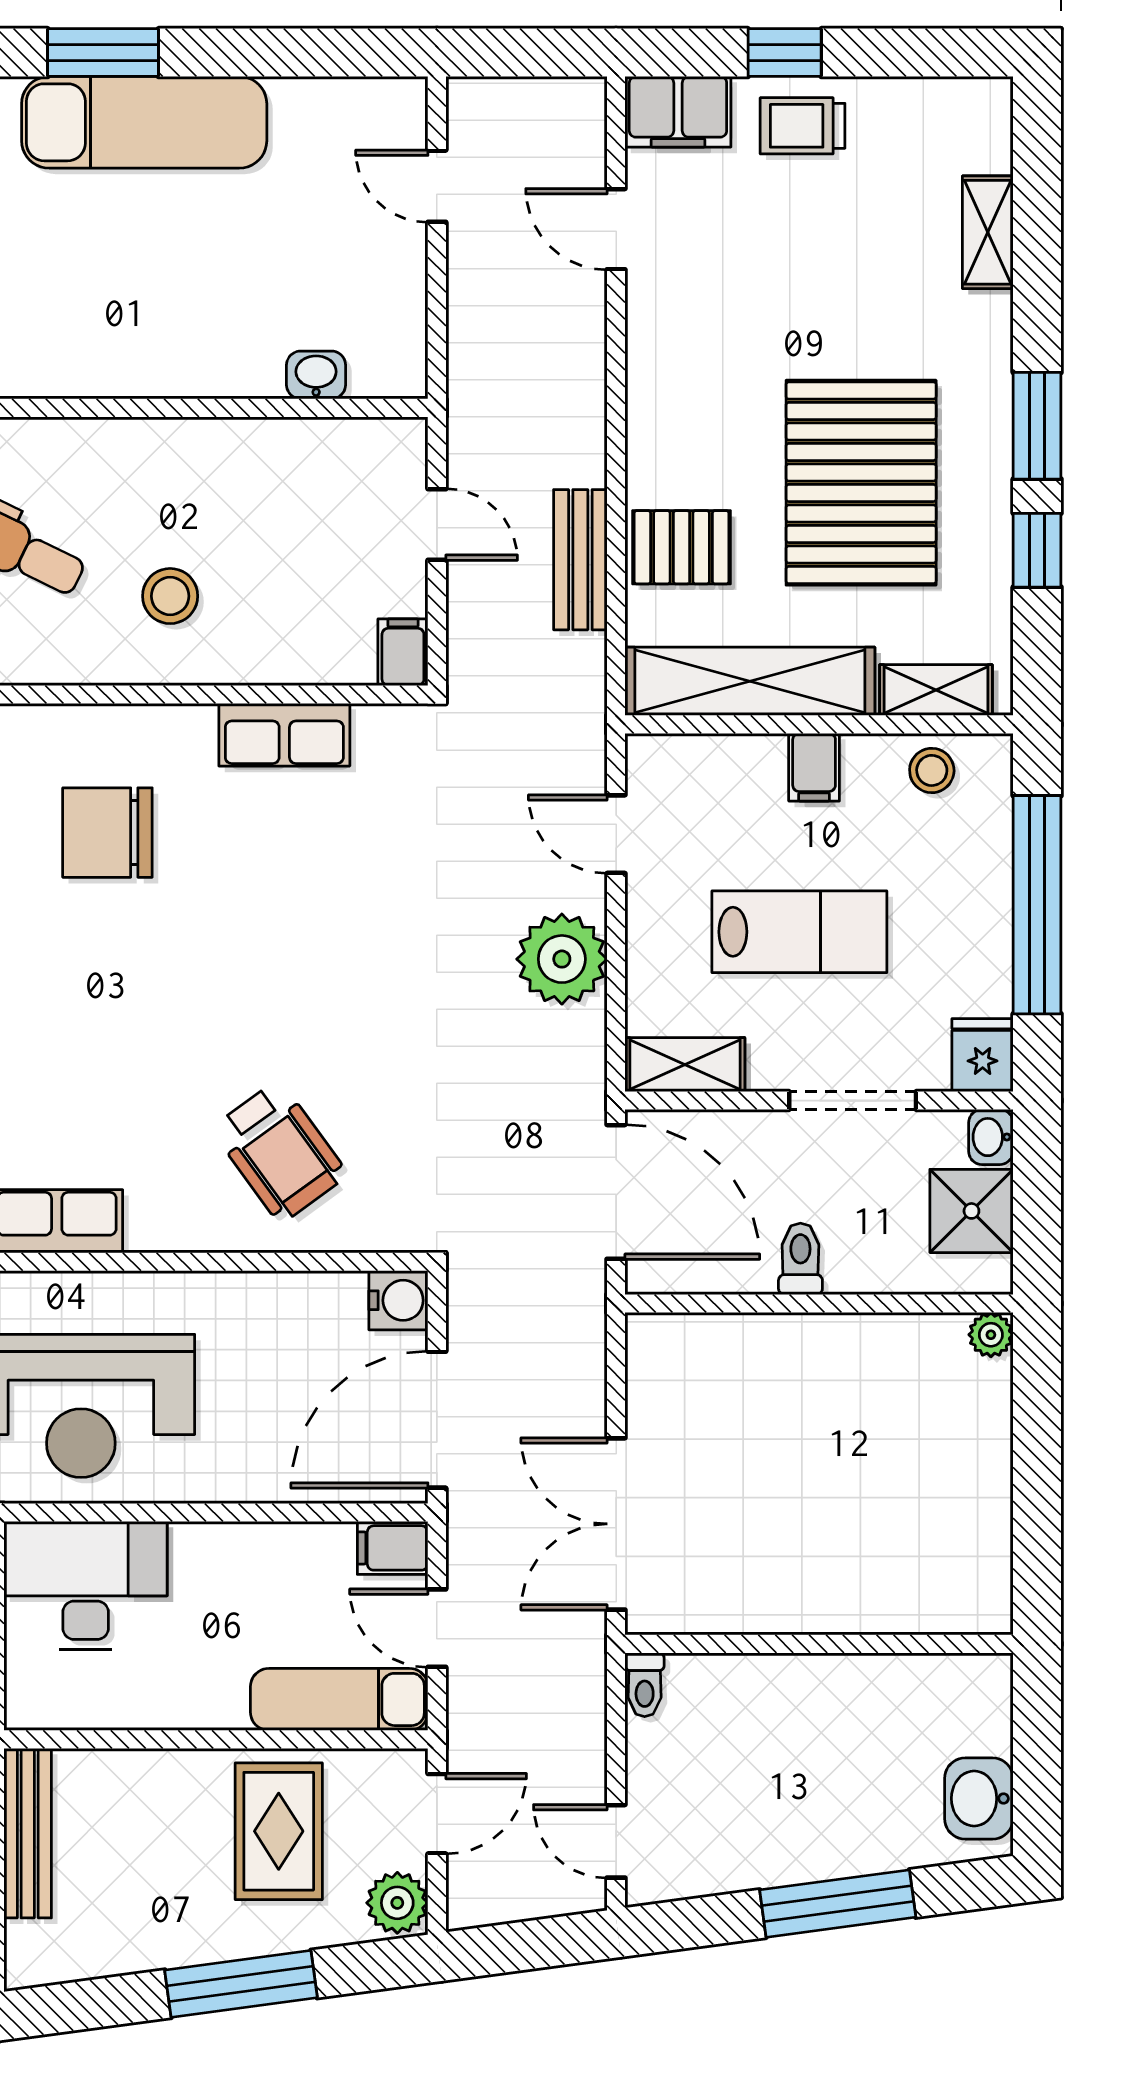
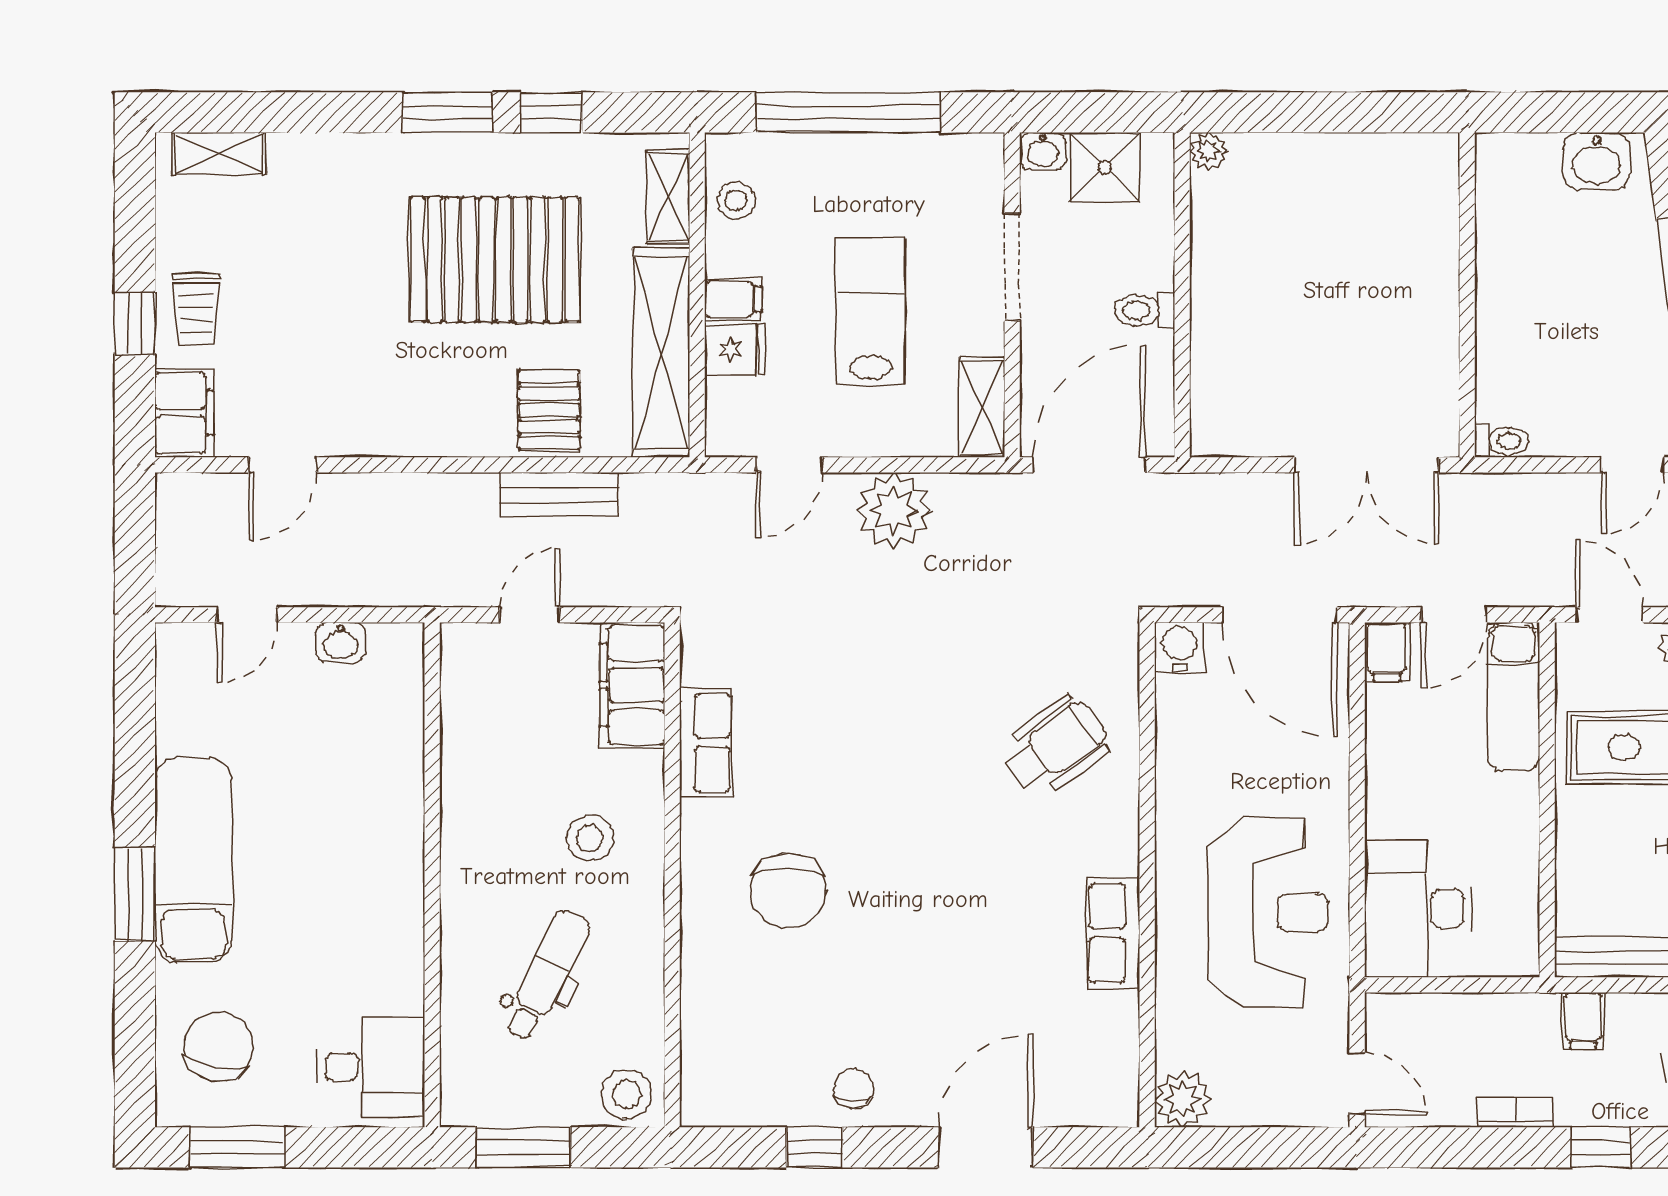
shelving: (988, 232) -> (219, 154), moved
washbasin: (316, 375) -> (341, 642), moved, turned -90
filing cabinet: (403, 652) -> (632, 685), width x3.00, depth x1.17
fridge: (983, 1055) -> (735, 350), moved, turned 180

